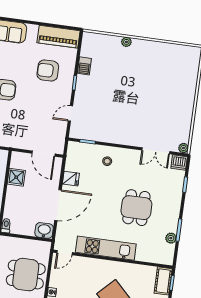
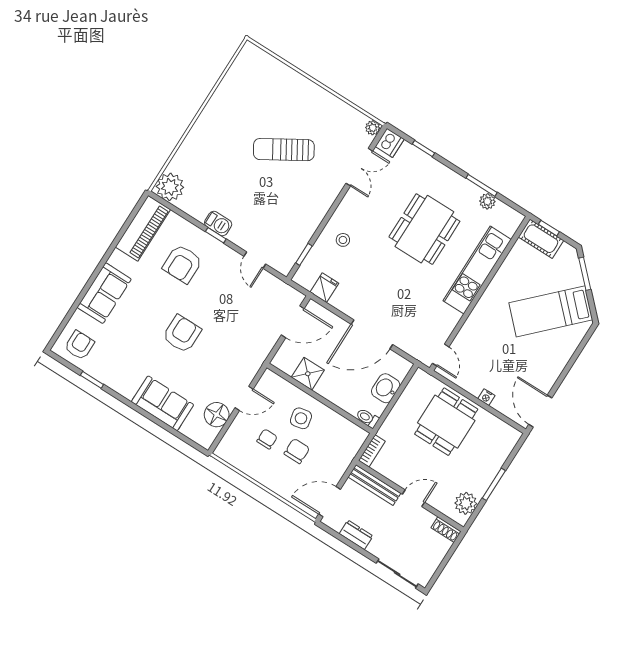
plant: (126, 42) -> (170, 187), moved, width x1.88, depth x1.88
barbecue: (84, 66) -> (218, 223), moved
sun lounger: (145, 100) -> (284, 150), added
fridge: (71, 179) -> (324, 288), moved
door: (58, 205) -> (372, 334), swing flipped
dining table: (136, 208) -> (424, 229), width x1.38
washbasin: (44, 230) -> (386, 388), moved
kitchen unit: (106, 248) -> (477, 270), moved

